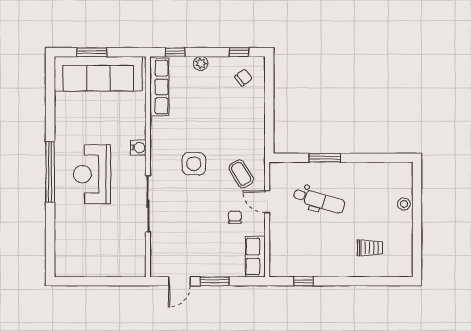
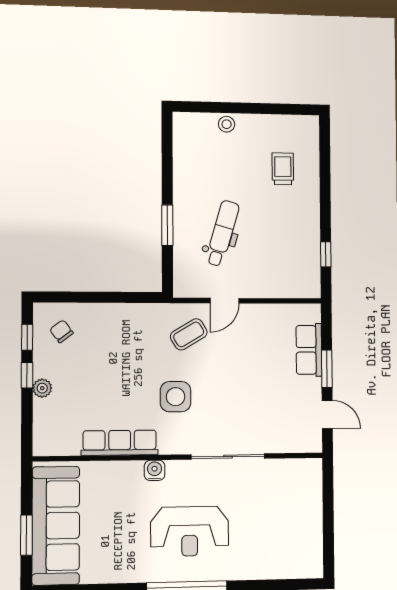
window: (175, 52) -> (27, 375), moved
row of seats: (159, 87) -> (120, 443), moved
chair: (235, 217) -> (245, 343), removed
row of seats: (255, 257) -> (309, 350), moved, turned 90

